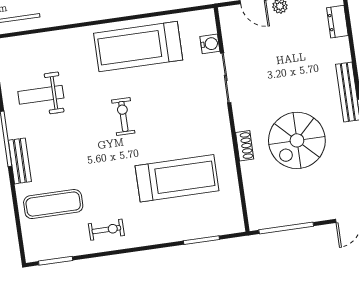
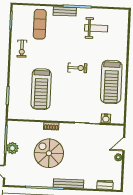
treadmill: (138, 47) -> (111, 82), turned 180
weight bench: (41, 95) -> (96, 28), turned 90
plant: (300, 212) -> (12, 148), added

